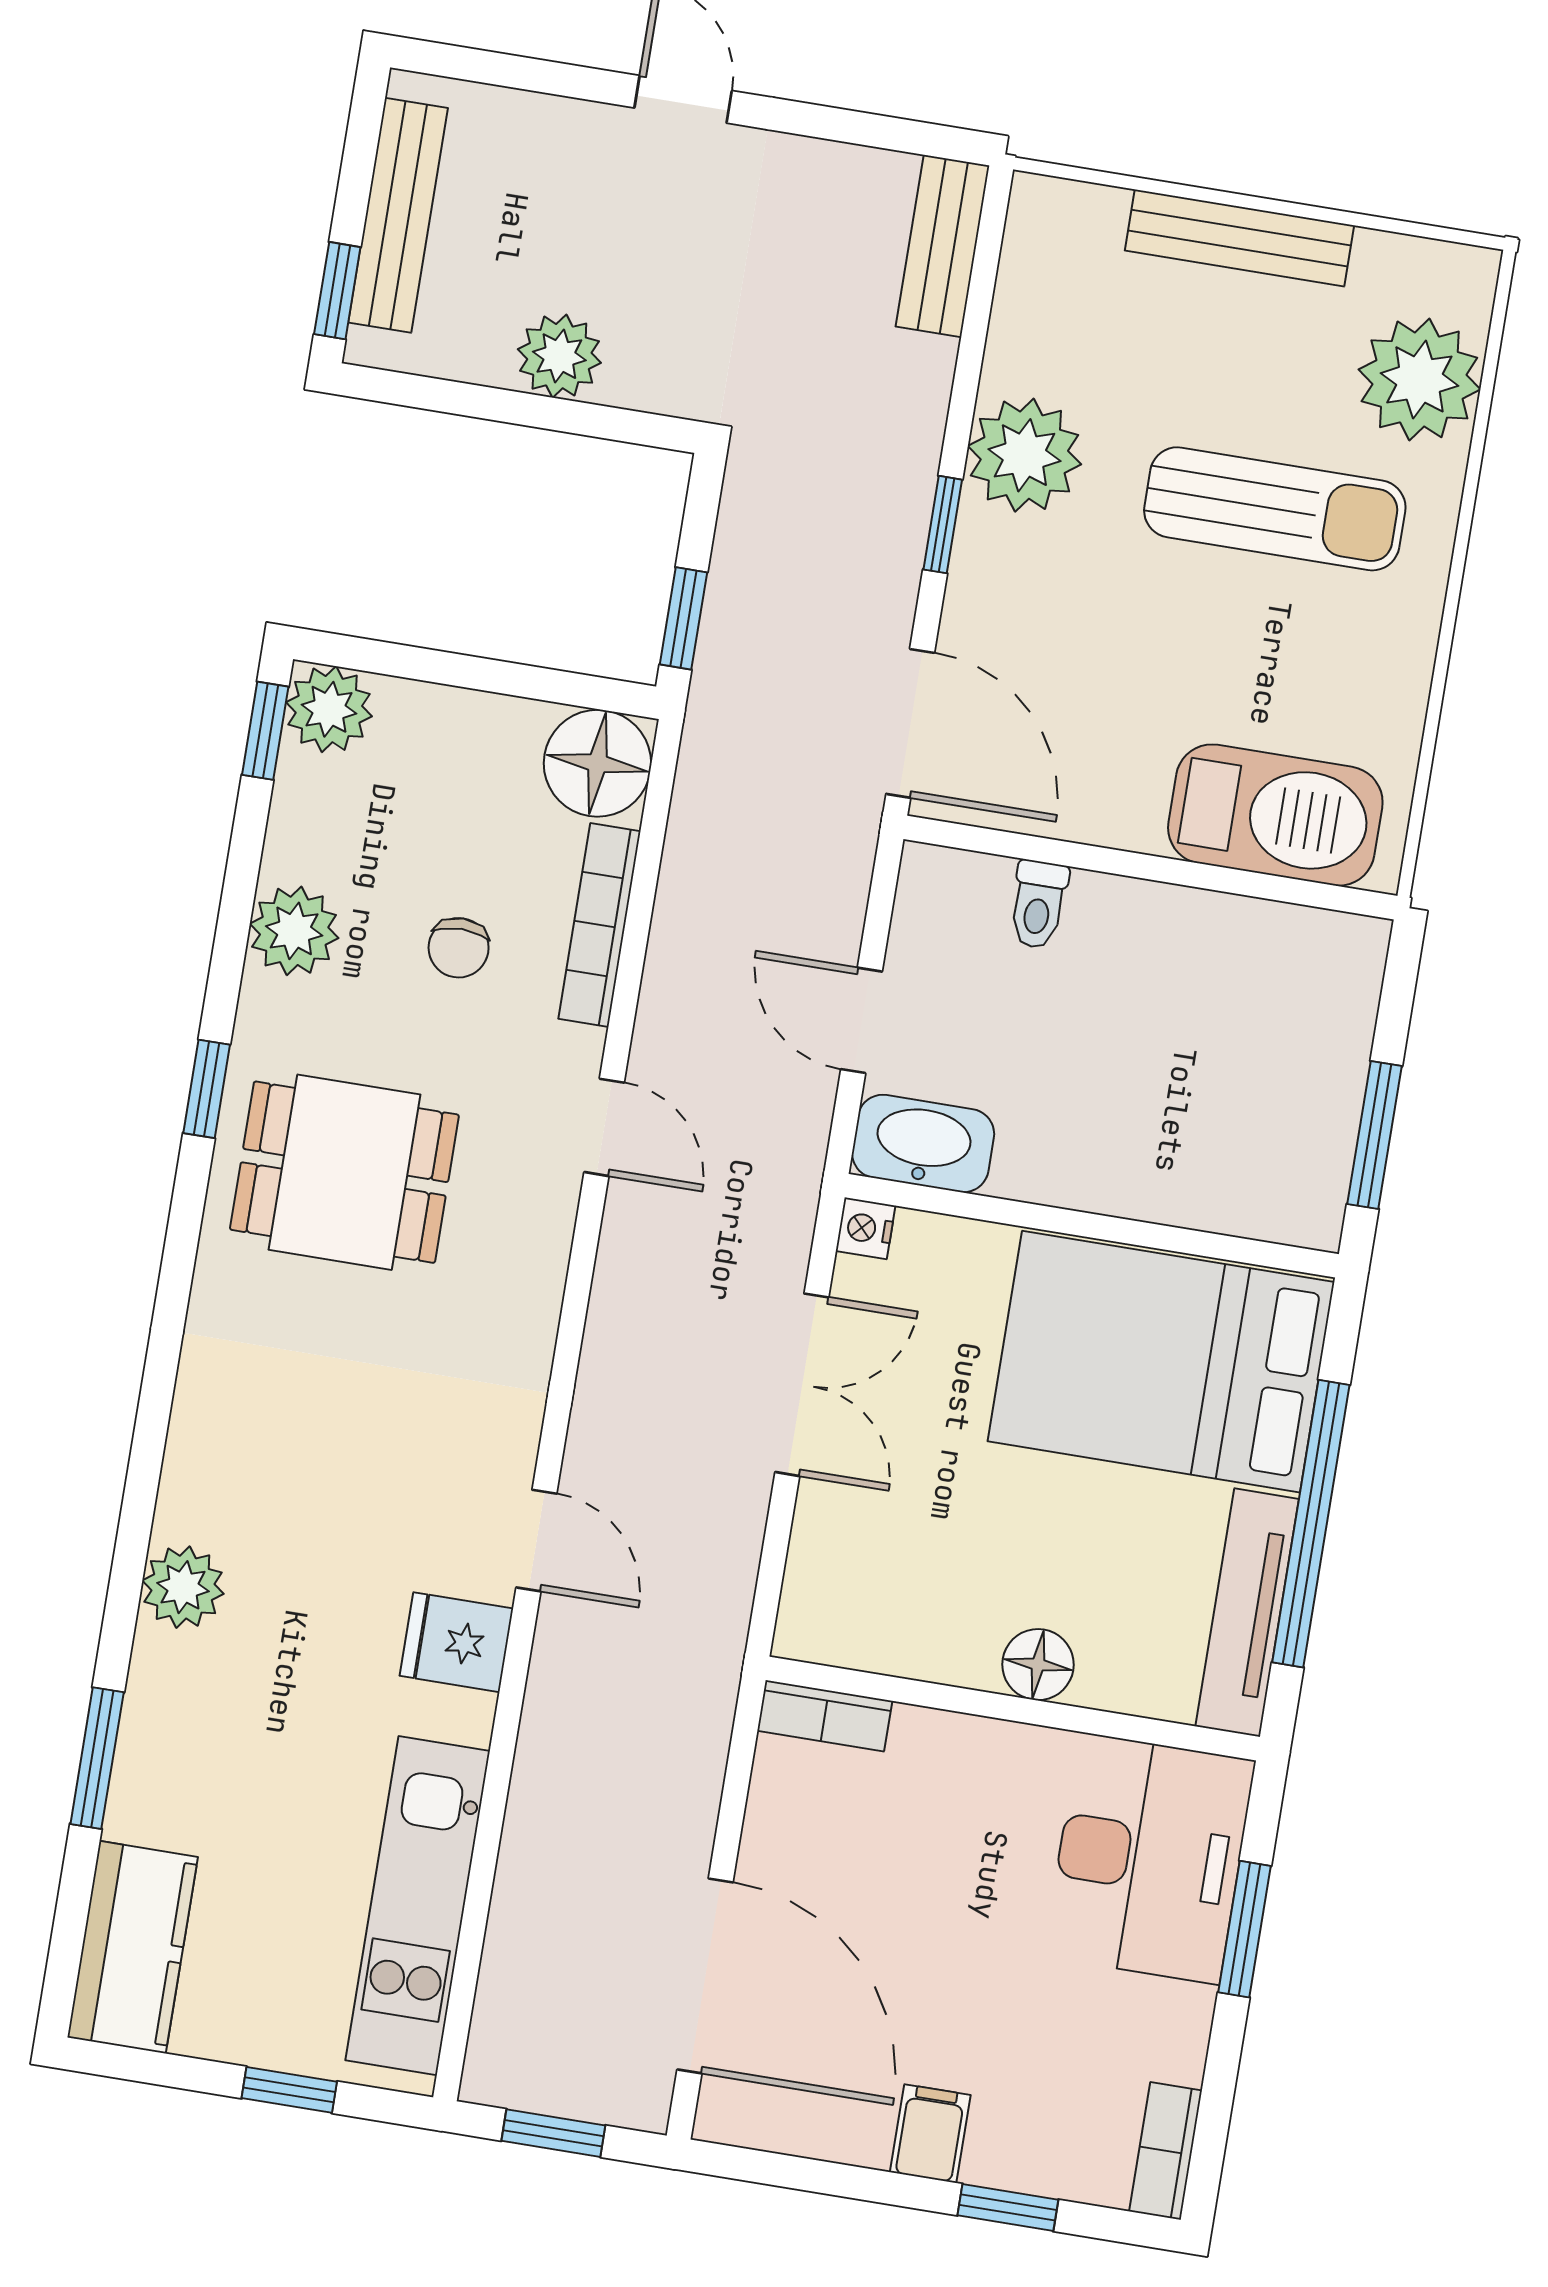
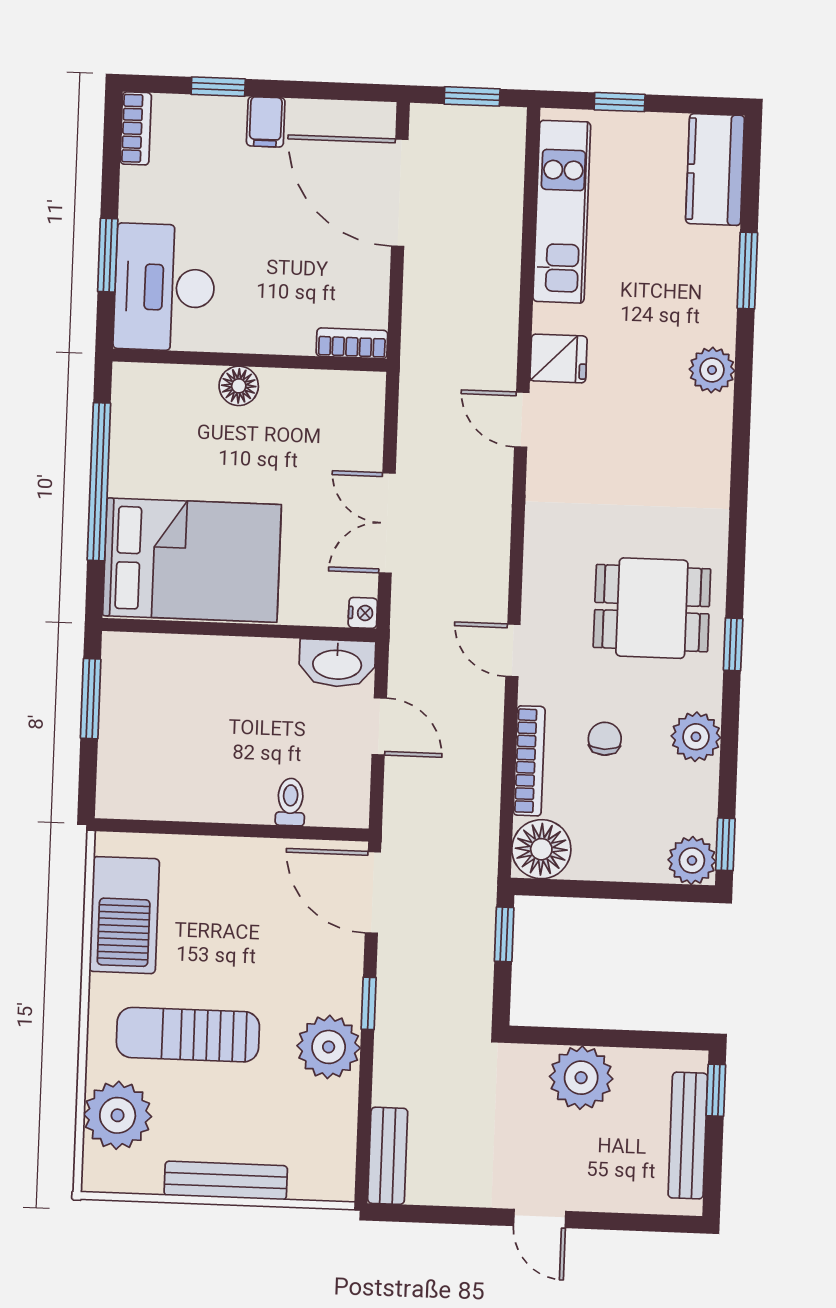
plant: (559, 356) -> (581, 1078), width x1.36, depth x1.36
barbecue: (1275, 815) -> (124, 915), moved, turned -90
tv unit: (1247, 1613) -> (128, 429), removed

